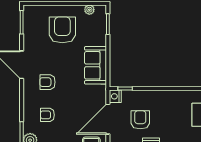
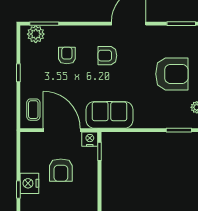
sofa: (96, 65) -> (109, 115), moved
armchair: (47, 82) -> (107, 56), turned -90
armchair: (140, 120) -> (61, 170), turned 90

